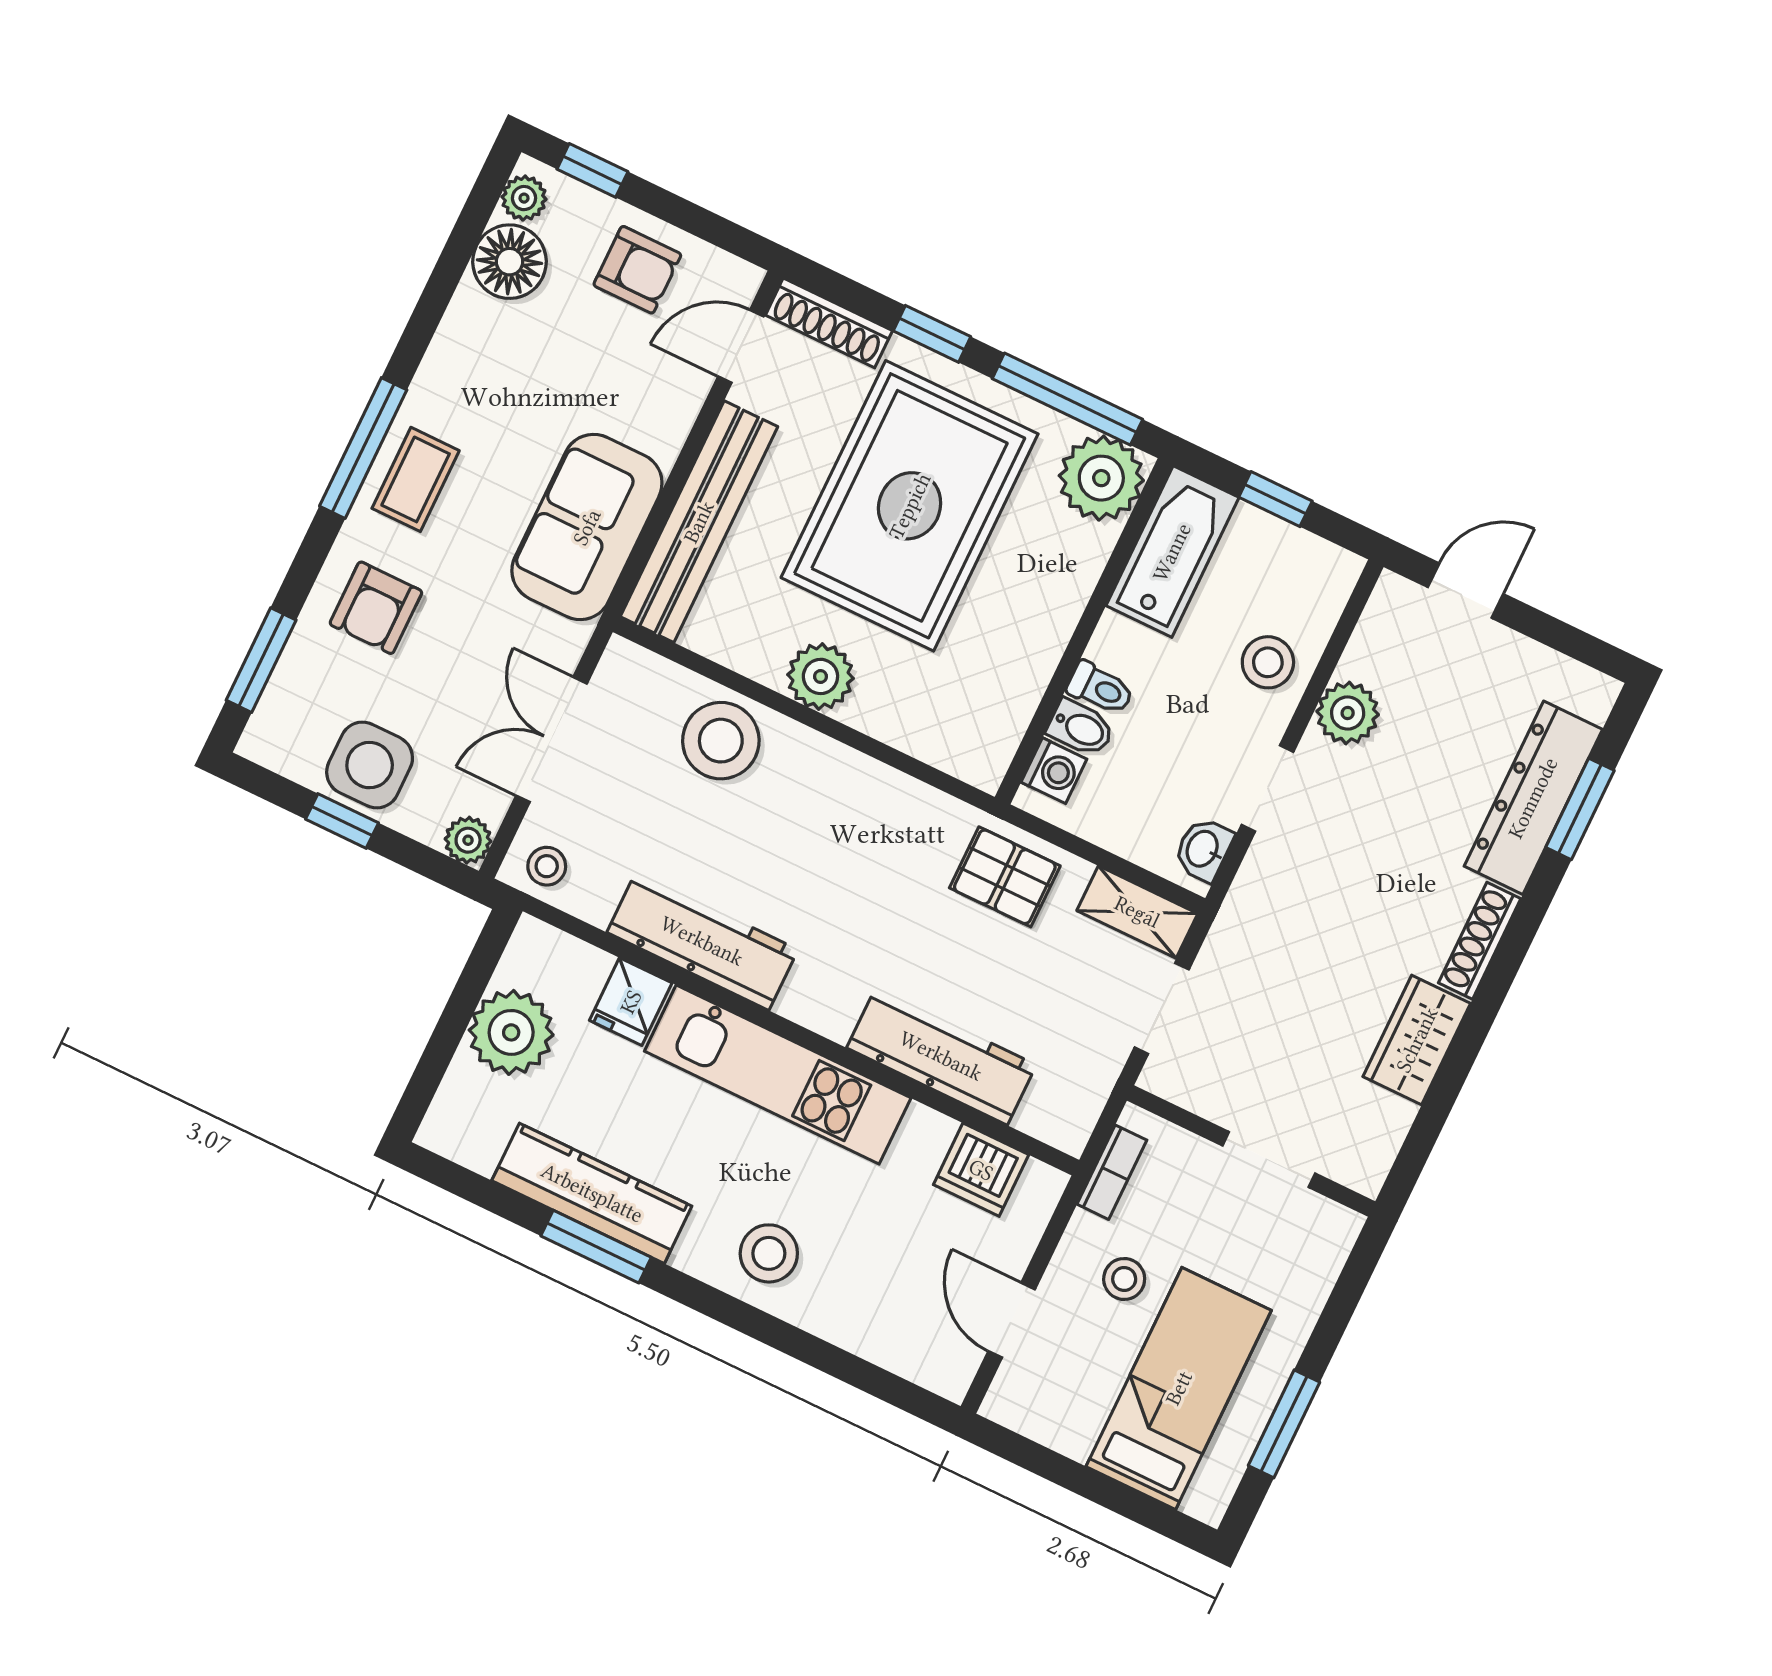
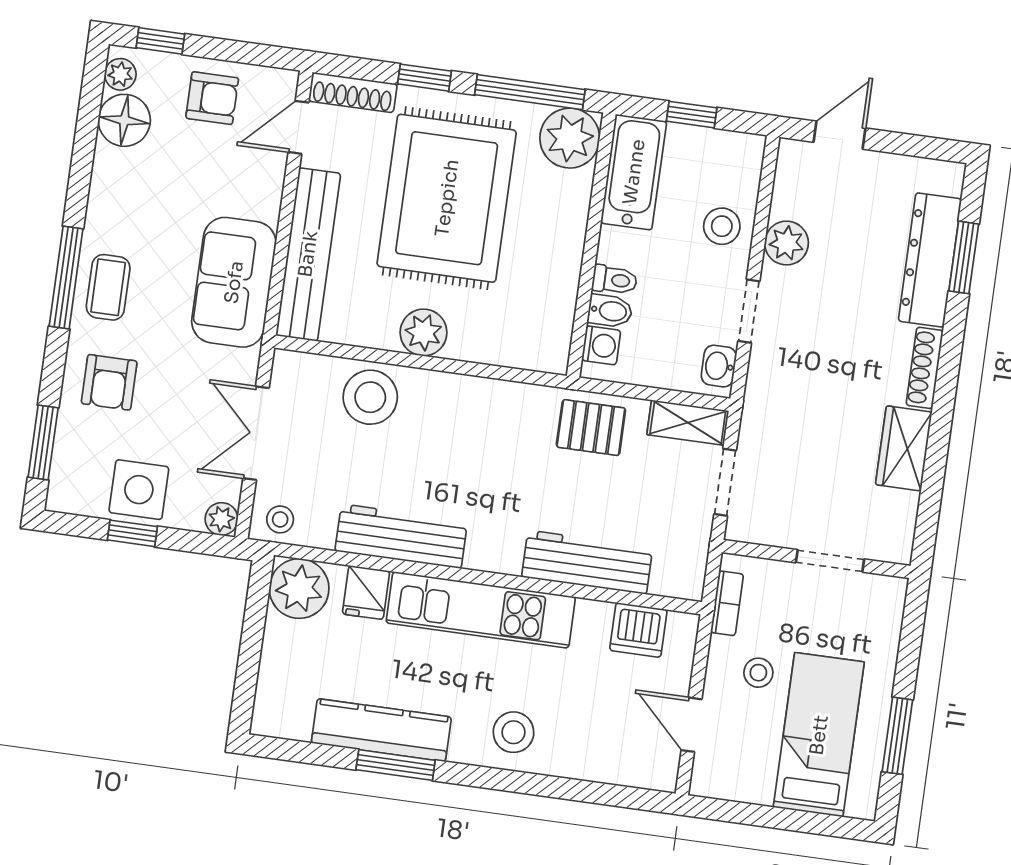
plant: (511, 1032) -> (299, 589), moved

